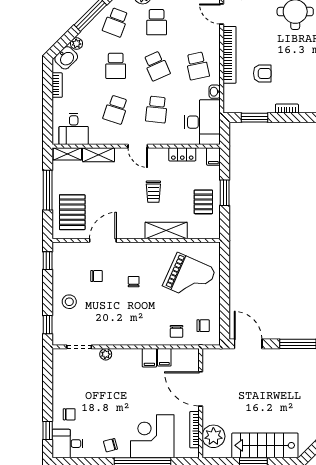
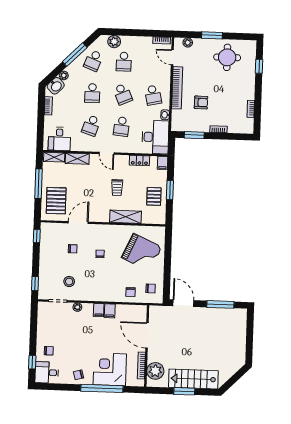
stool: (69, 302) -> (69, 282), moved
filing cabinet: (164, 357) -> (99, 310), moved

